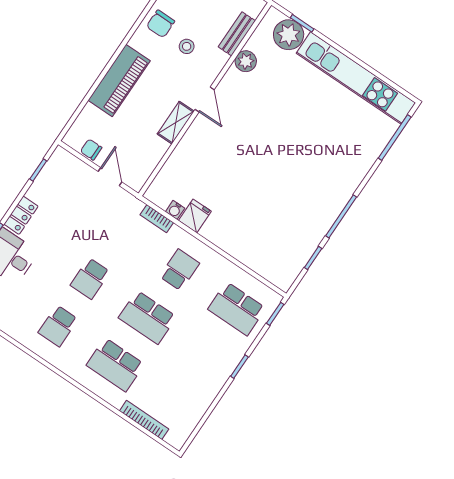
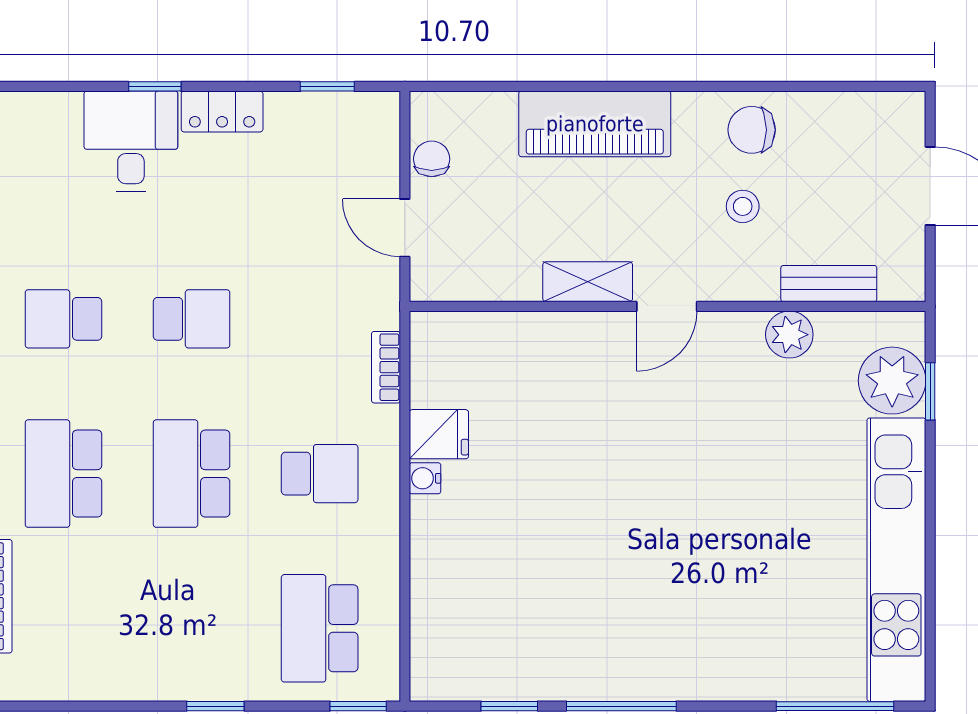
door: (110, 177) -> (405, 228), swing flipped
water cooler: (175, 210) -> (425, 478), moved
school desk: (90, 279) -> (192, 319), turned 180

